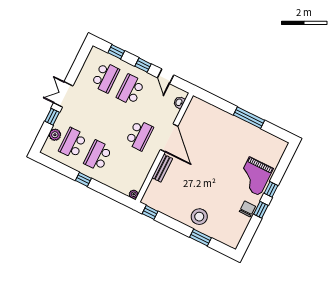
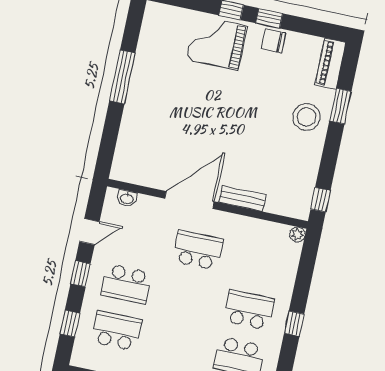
school desk: (98, 156) -> (249, 310), turned 180
grand piano: (255, 176) -> (217, 43), turned 180
piano: (226, 238) -> (330, 64), added

